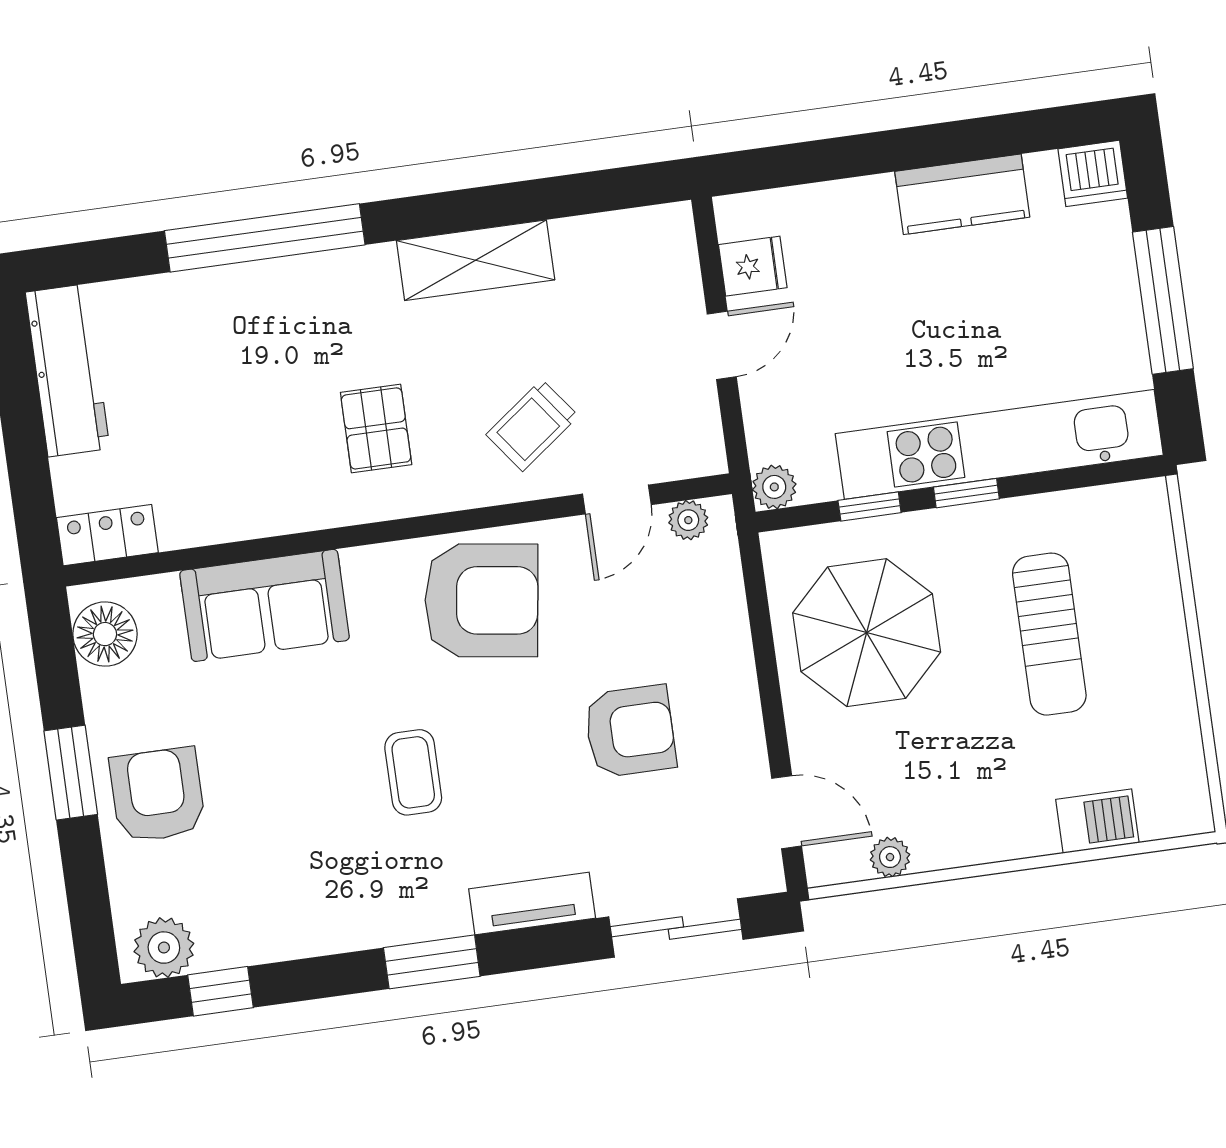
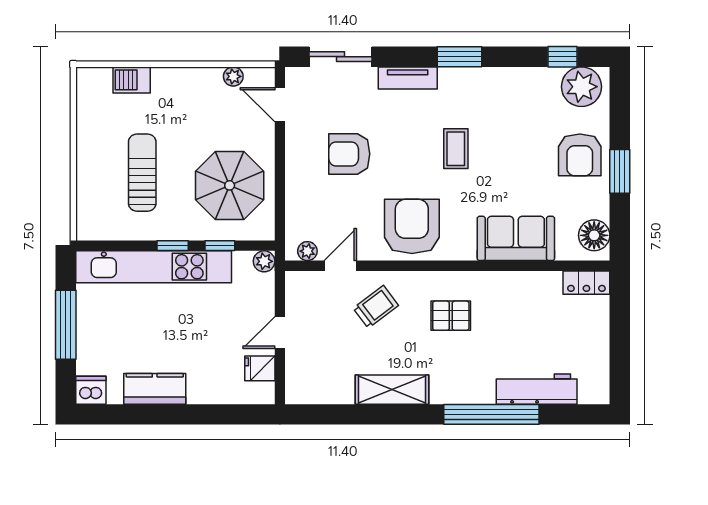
workbench: (68, 370) -> (537, 389), moved, turned 90
pallet: (376, 428) -> (451, 316), turned 90
armchair: (481, 600) -> (412, 226), turned 82
plant: (164, 948) -> (581, 87), width x1.36, depth x1.36

